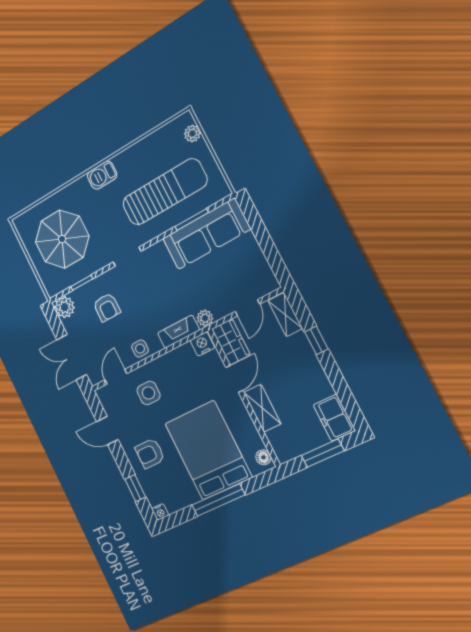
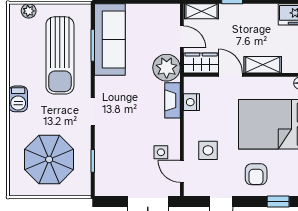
sun lounger: (165, 192) -> (60, 55), turned 180
plant: (65, 307) -> (104, 186), removed
armchair: (107, 307) -> (123, 150), removed
plant: (205, 318) -> (167, 68), width x1.88, depth x1.88
nightstand: (202, 344) -> (192, 102), moved
side table: (140, 349) -> (161, 152), moved

